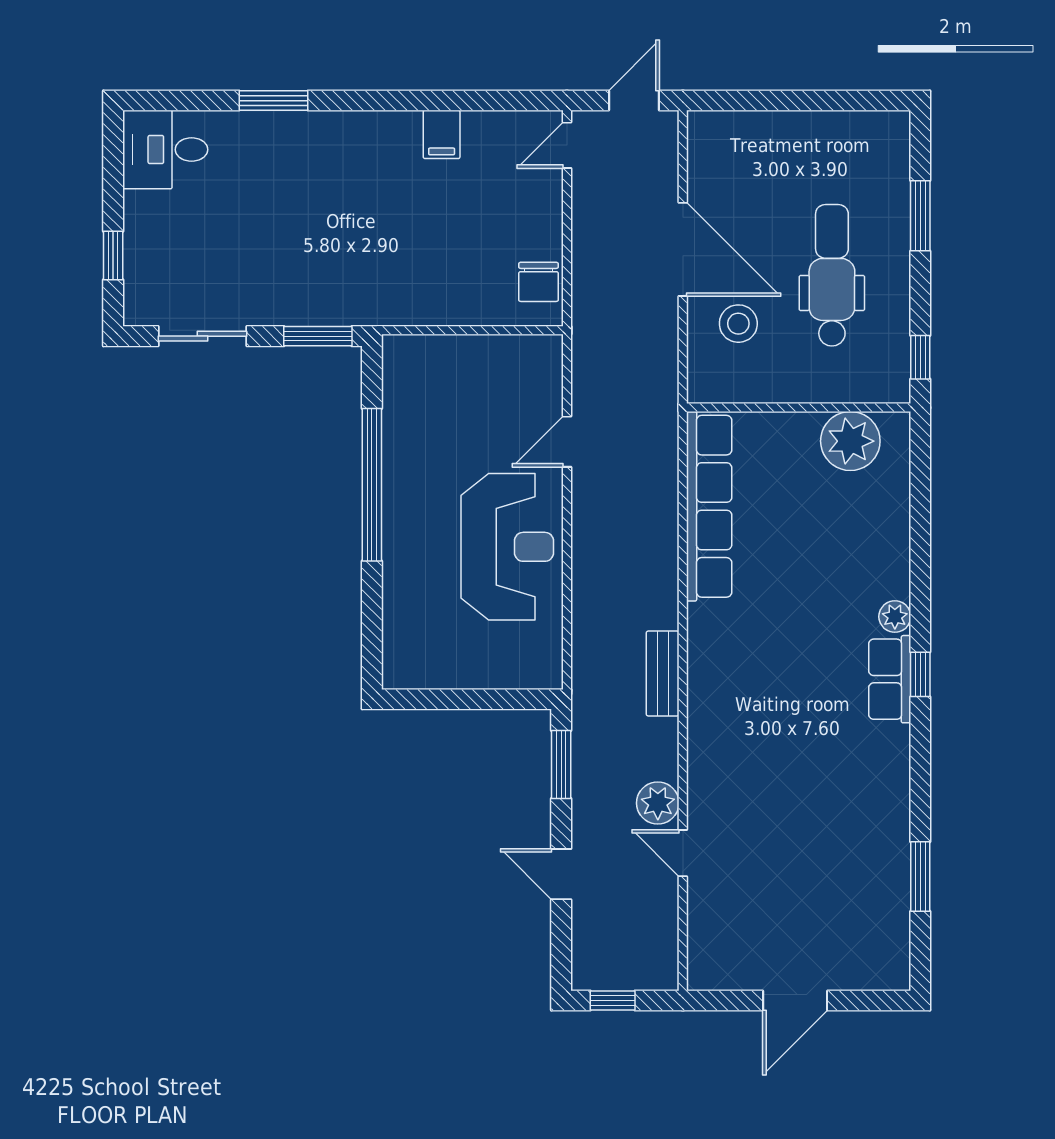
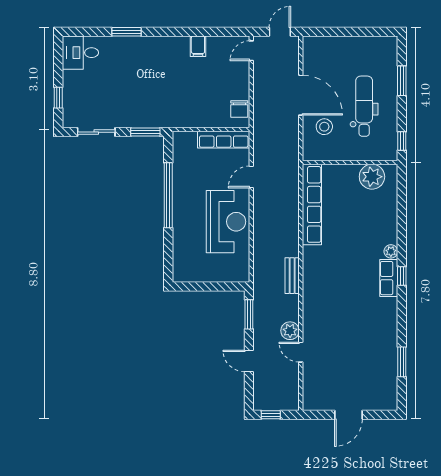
row of seats: (502, 354) -> (224, 140), added

